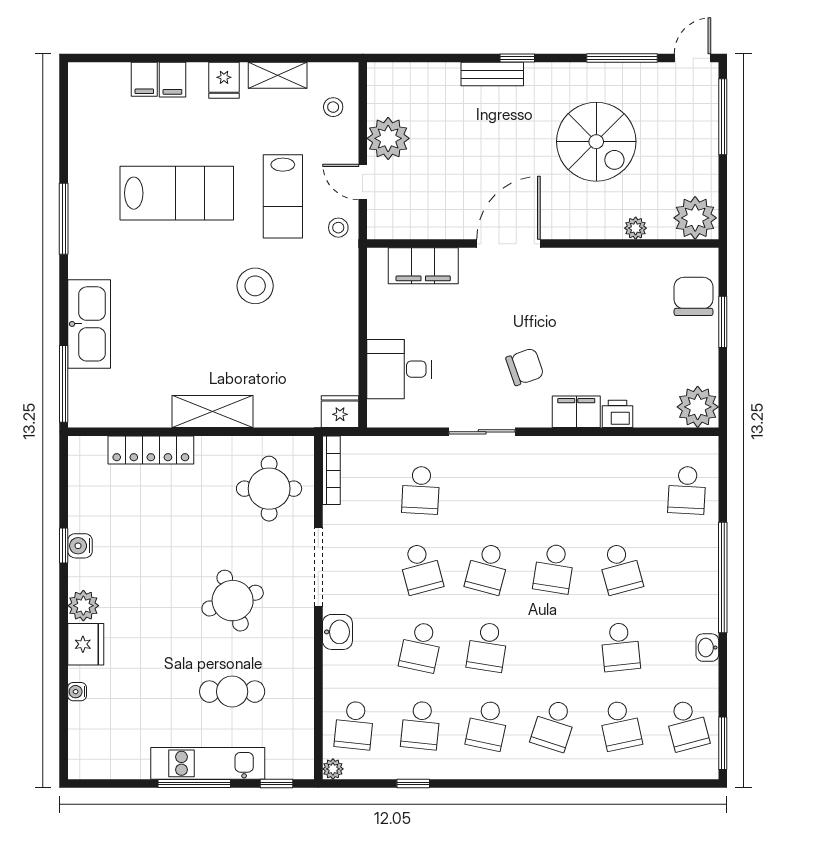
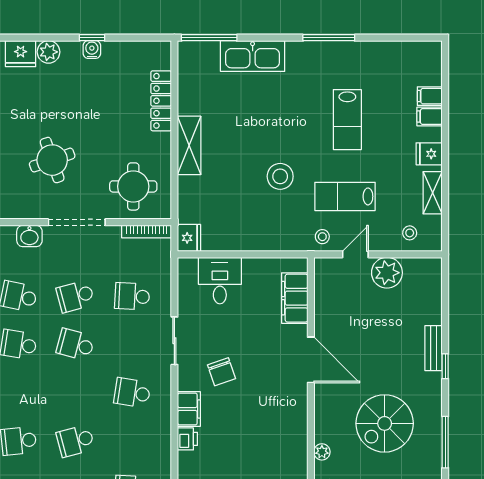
lab bench: (177, 193) -> (347, 120), width x0.73, depth x0.72
school desk: (554, 568) -> (132, 393), moved

